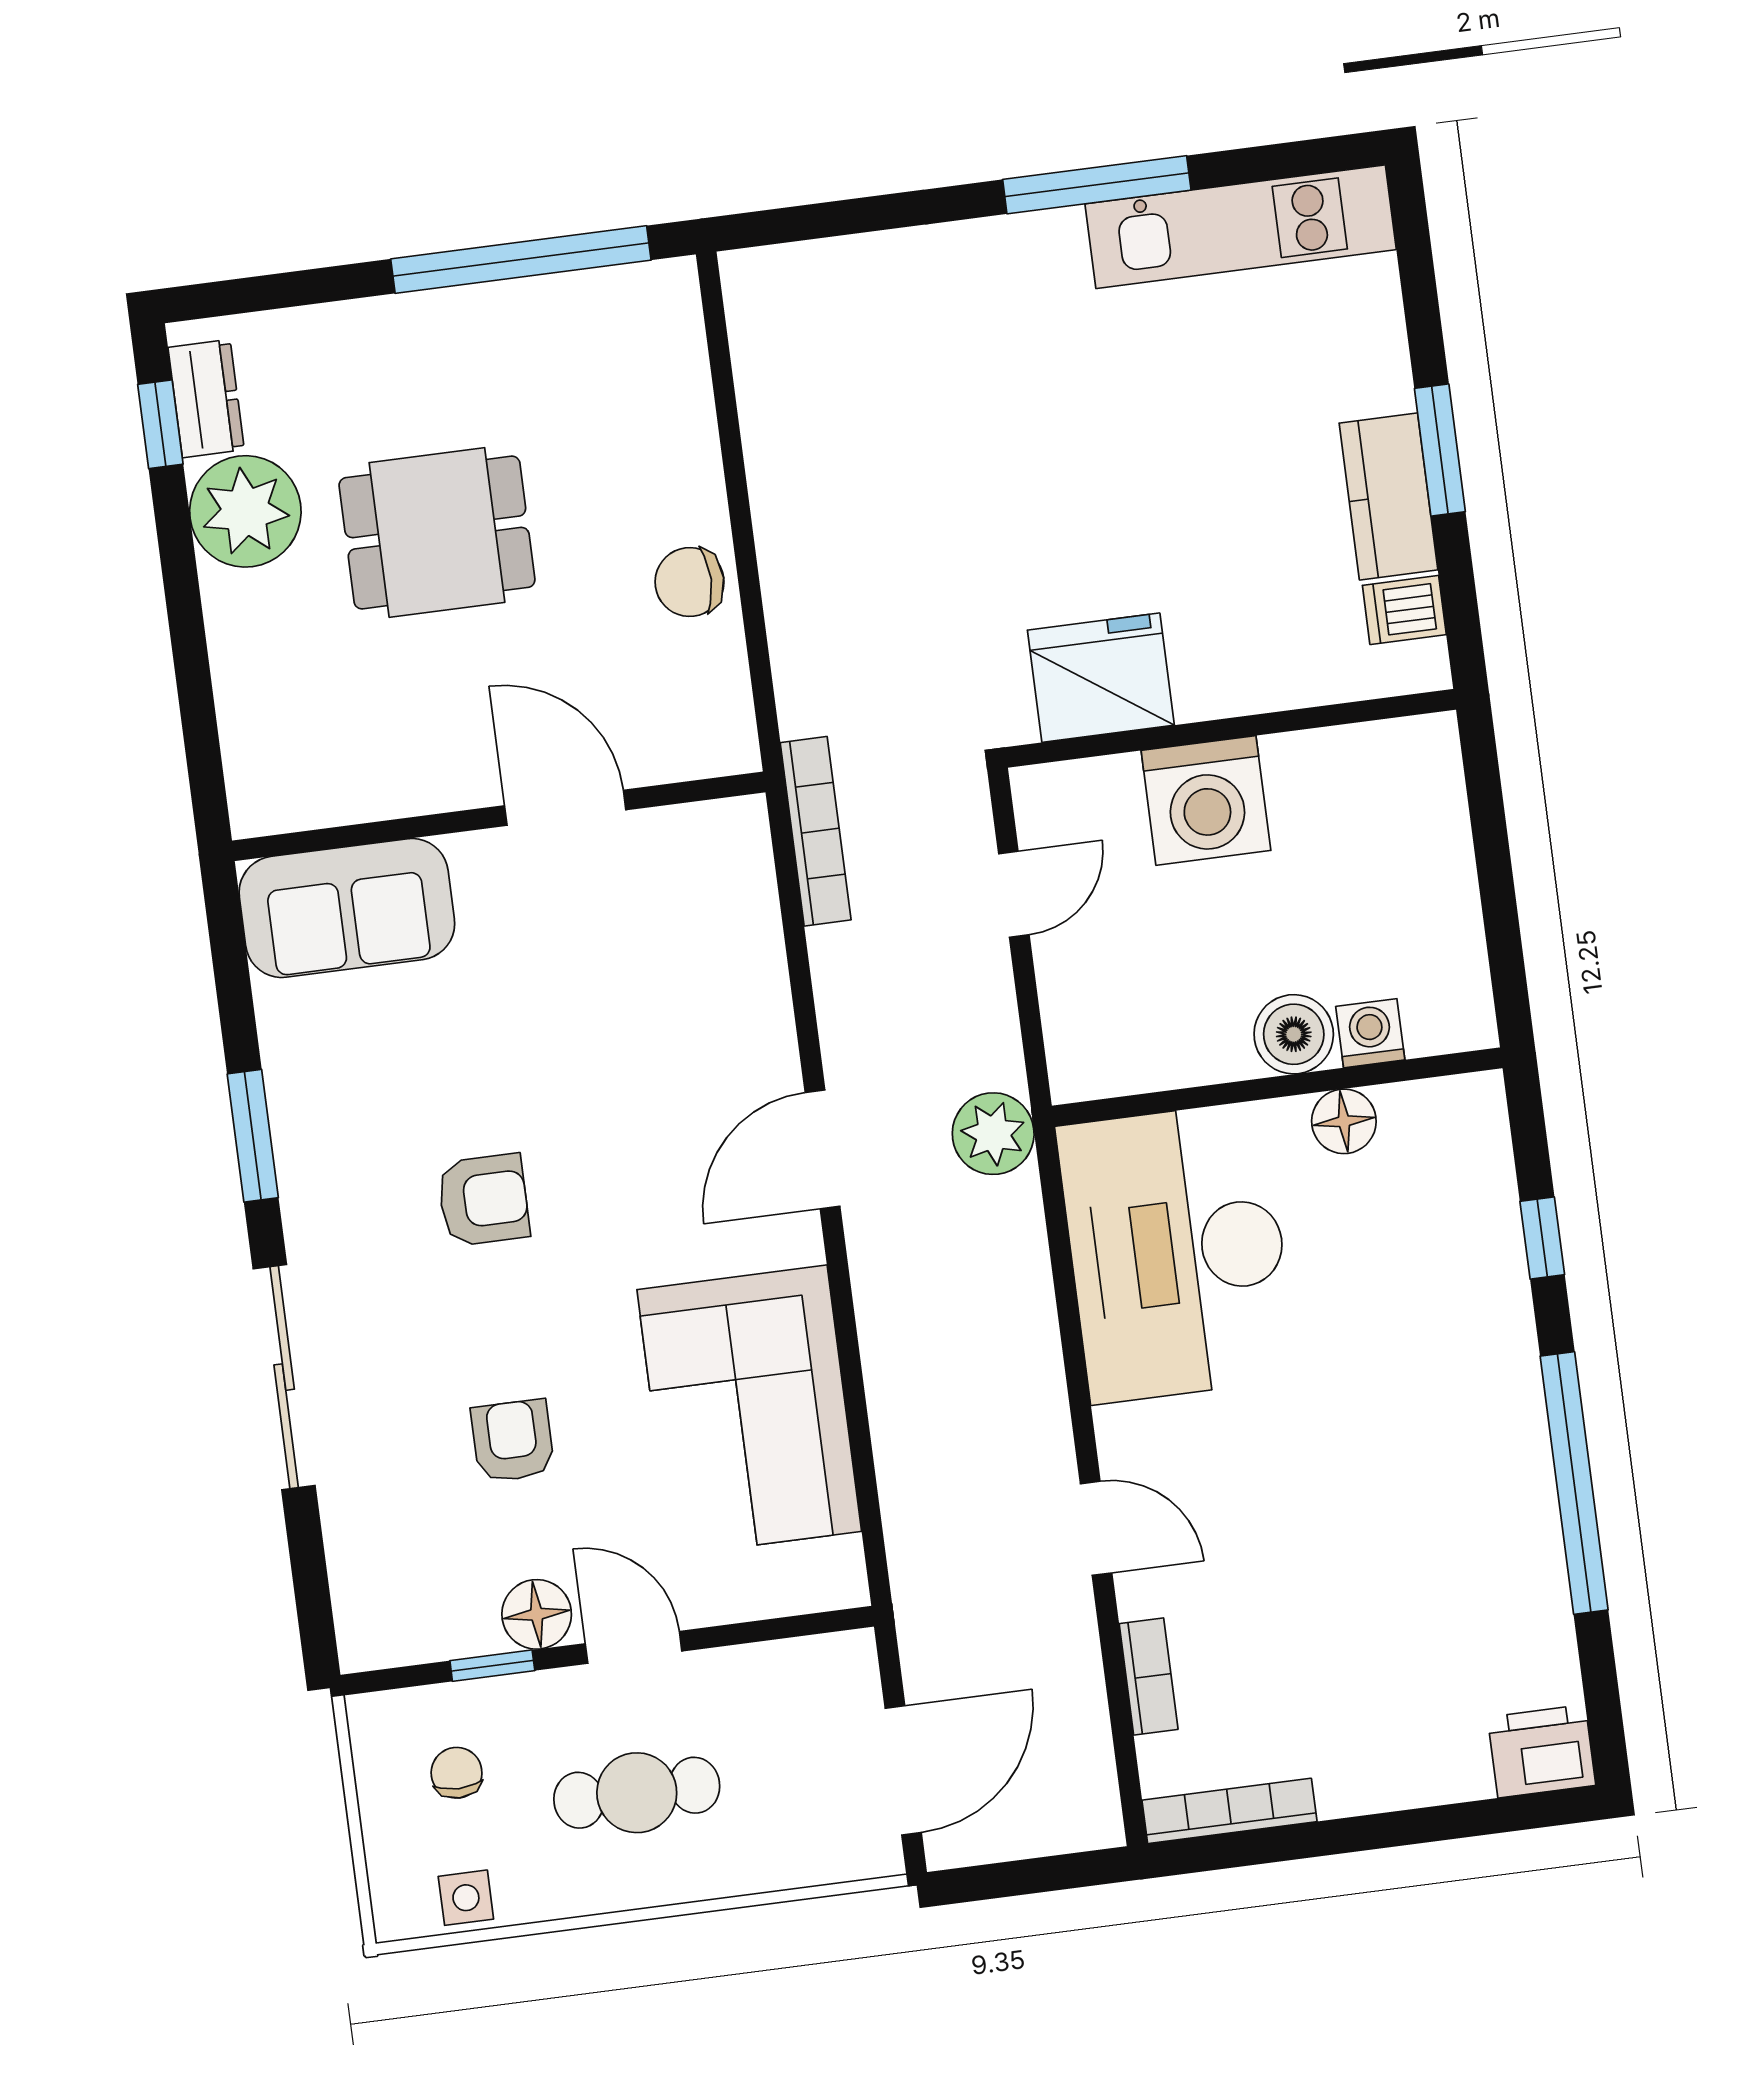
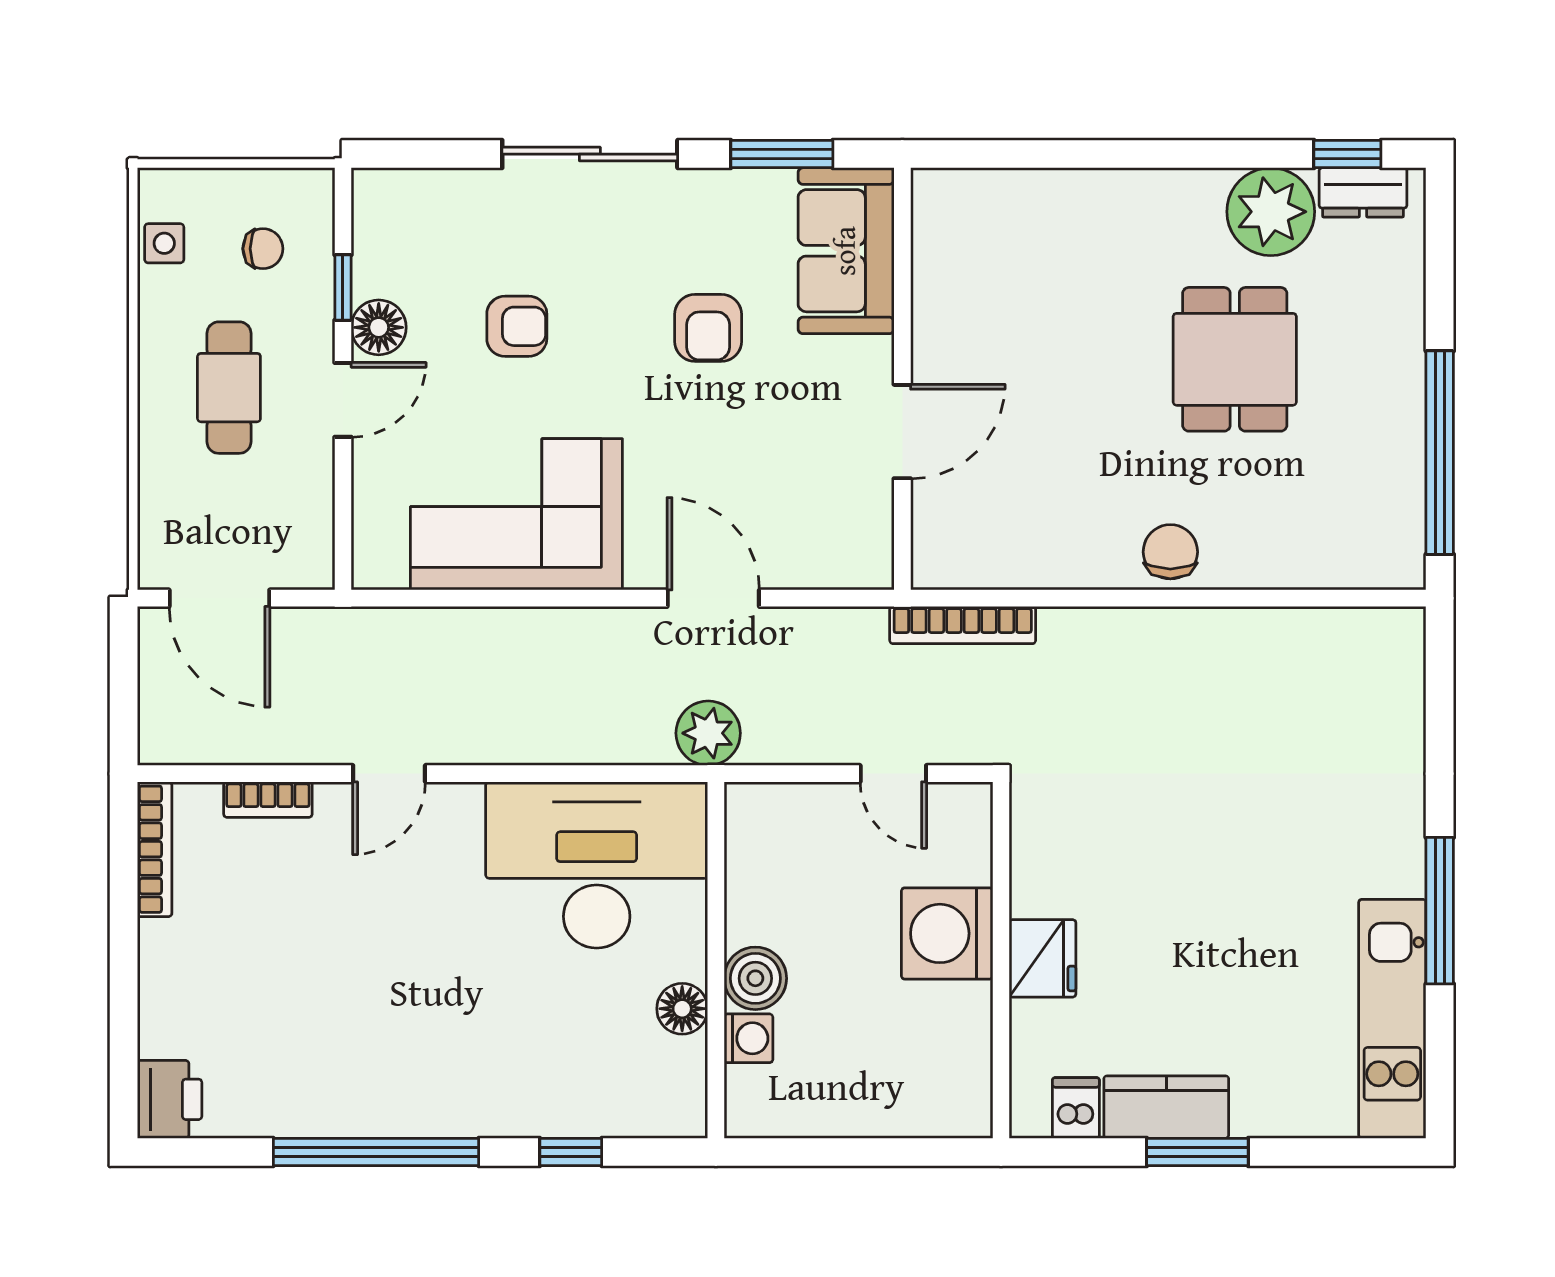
fridge: (1101, 678) -> (1043, 958), moved, width x0.73, depth x0.75
door: (565, 808) -> (902, 432), moved
wall: (499, 816) -> (902, 379), moved
sofa: (347, 908) -> (846, 251), moved

